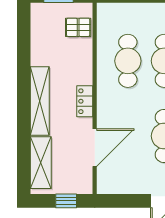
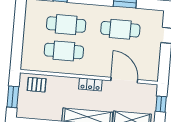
pallet: (78, 27) -> (37, 85), turned 90

